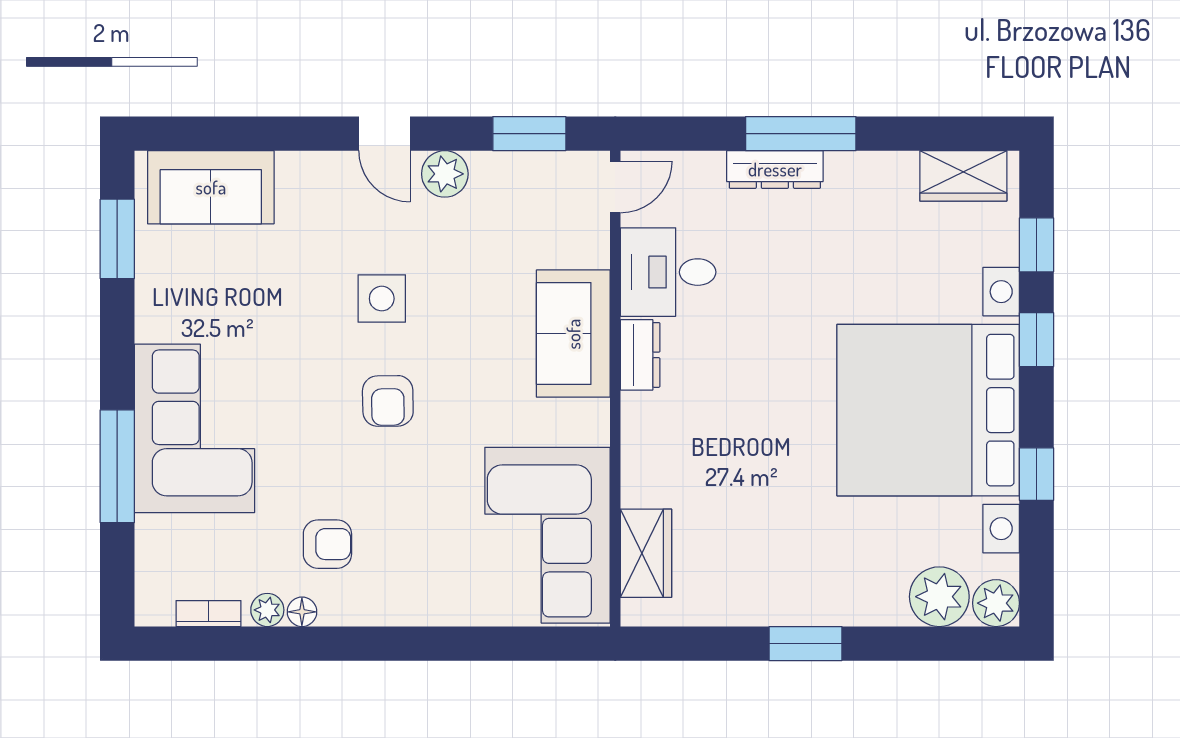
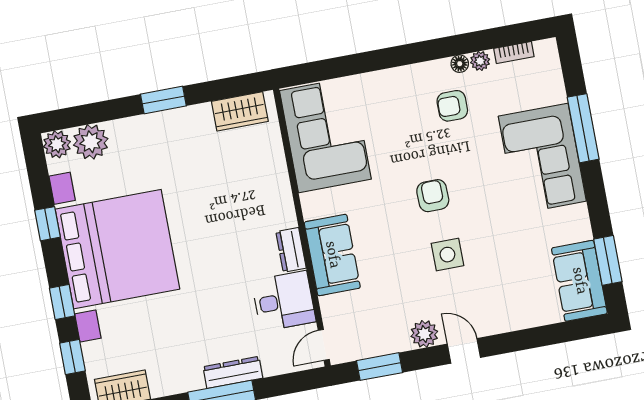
sofa: (211, 187) -> (579, 281), moved, turned -90
wardrobe: (646, 553) -> (240, 111), moved, turned -90

